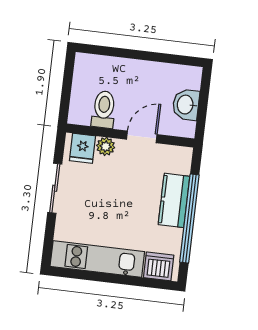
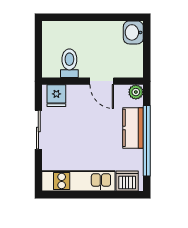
washbasin: (186, 105) -> (133, 32), moved
door: (142, 137) -> (102, 81), swing flipped
plant: (106, 146) -> (136, 92), moved

